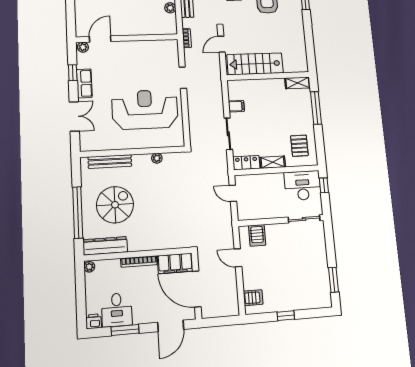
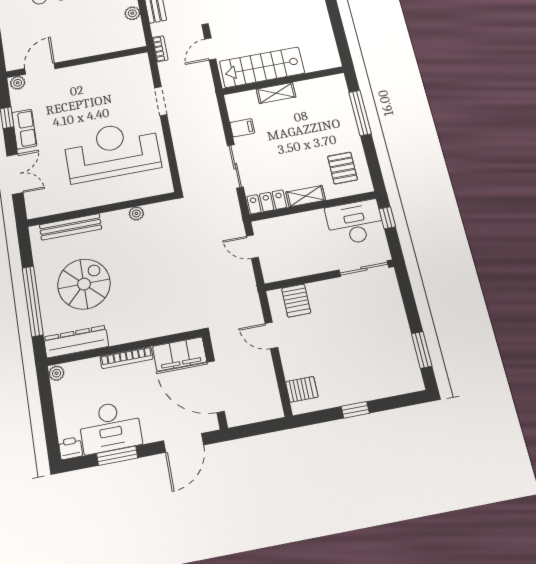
shelving: (298, 83) -> (276, 93), moved
desk: (117, 310) -> (110, 427), width x1.37

